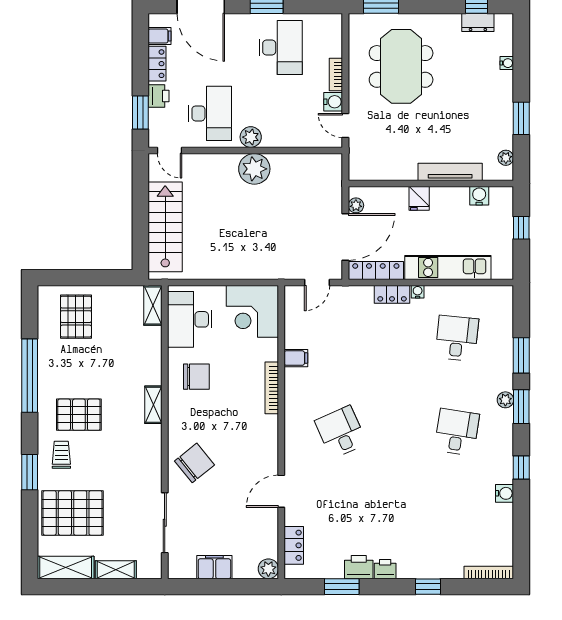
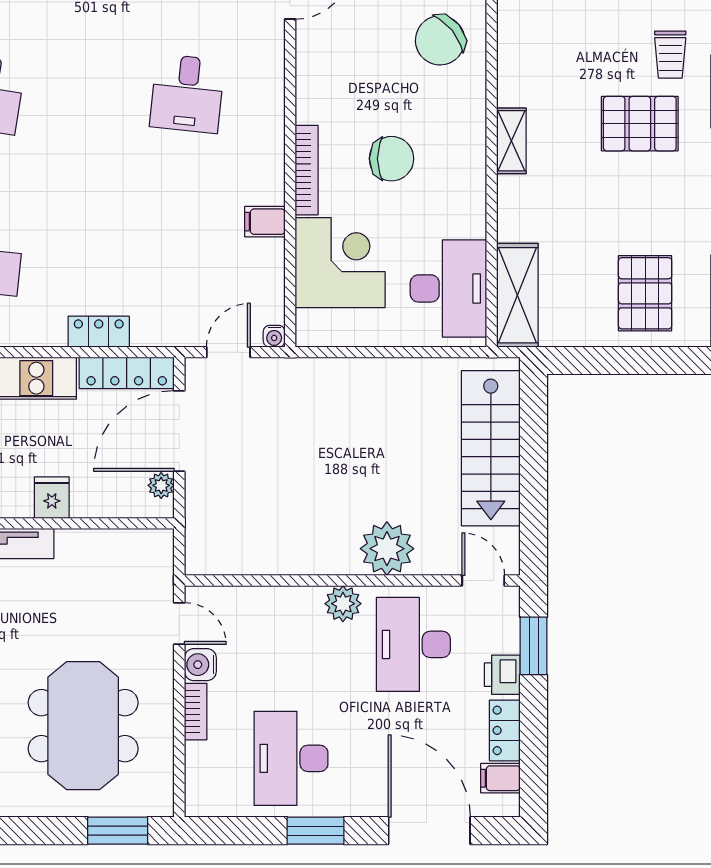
plant: (254, 169) -> (387, 549), moved
water cooler: (418, 292) -> (274, 336), moved
shelving: (153, 305) -> (517, 295), width x1.50, depth x1.33
corner desk: (252, 311) -> (340, 263), moved
chair: (196, 377) -> (391, 159), moved, turned 180
desk: (341, 432) -> (187, 94), turned 30

